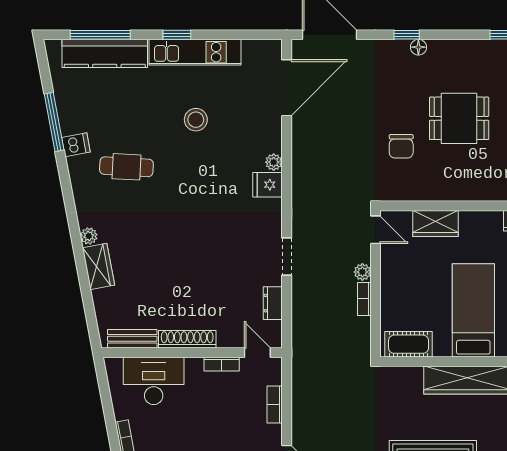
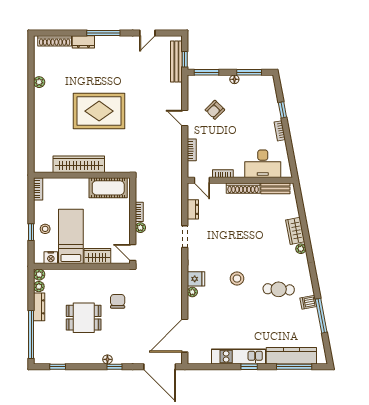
stool: (196, 120) -> (237, 279), moved
bed: (473, 310) -> (71, 236), moved, turned 180
cot: (409, 344) -> (108, 188), width x1.37, depth x1.34

